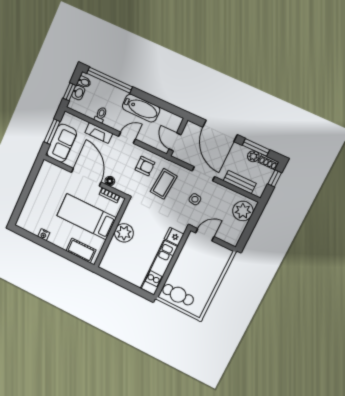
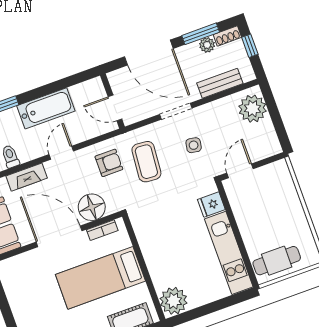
floor lamp: (110, 181) -> (92, 207), width x1.89, depth x1.89
plant: (124, 233) -> (174, 301), moved

